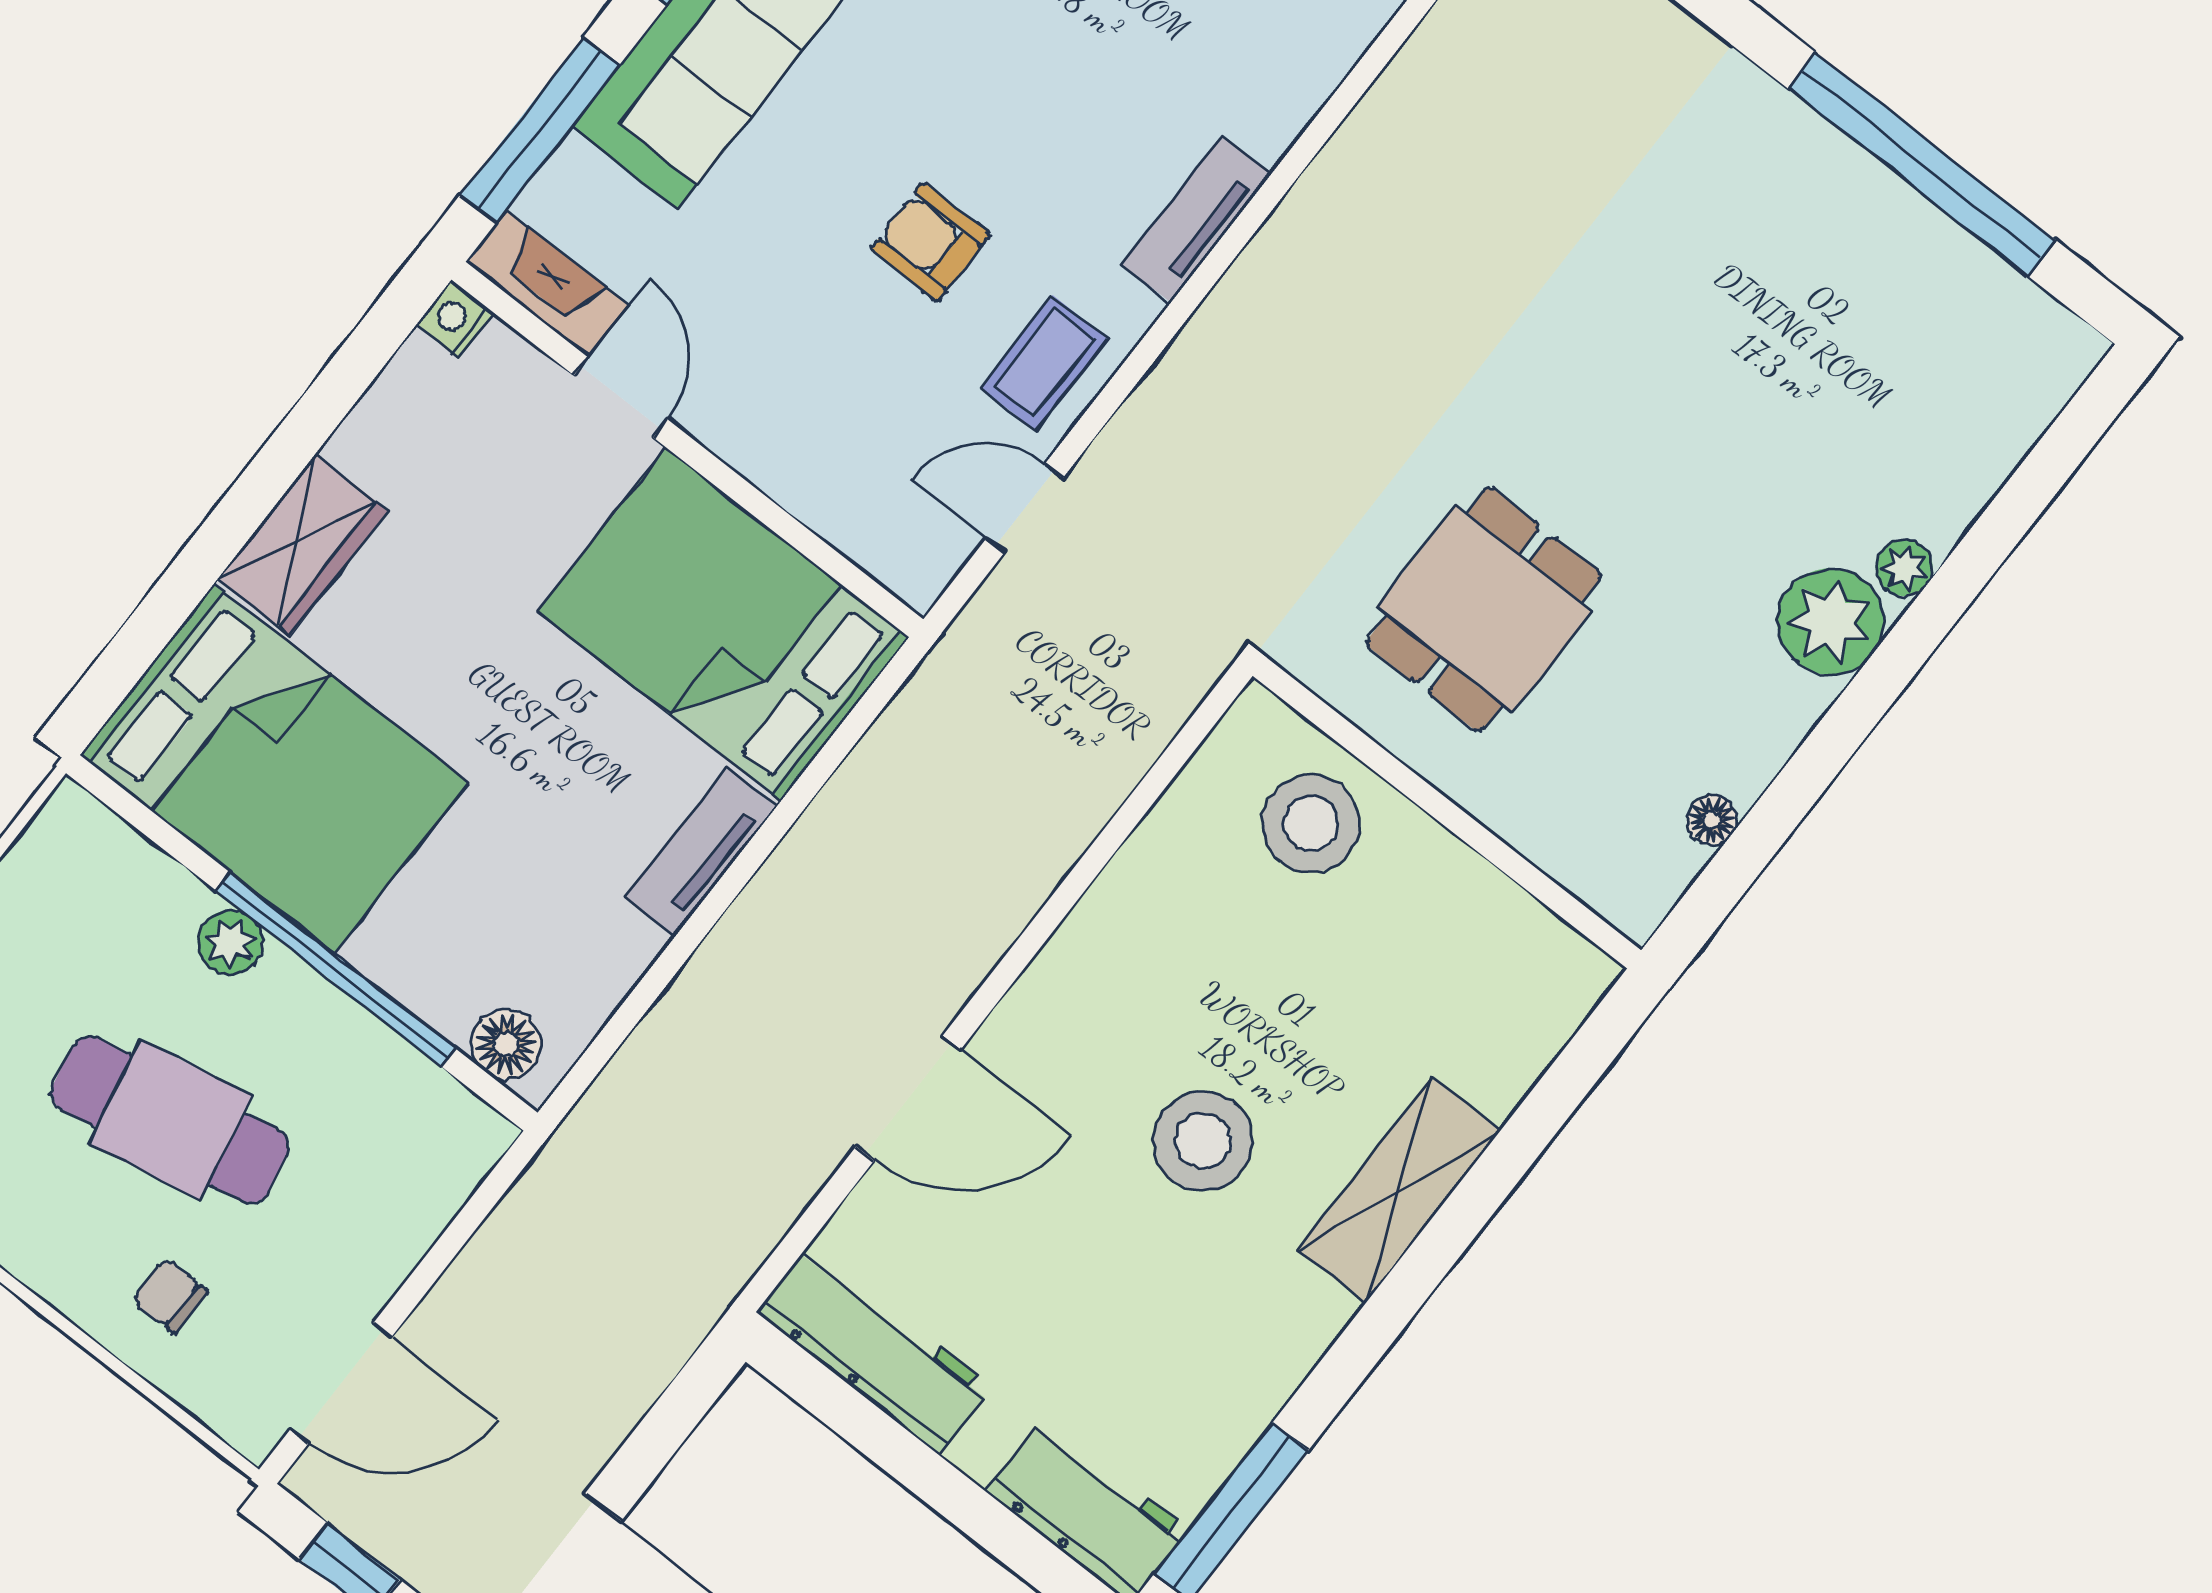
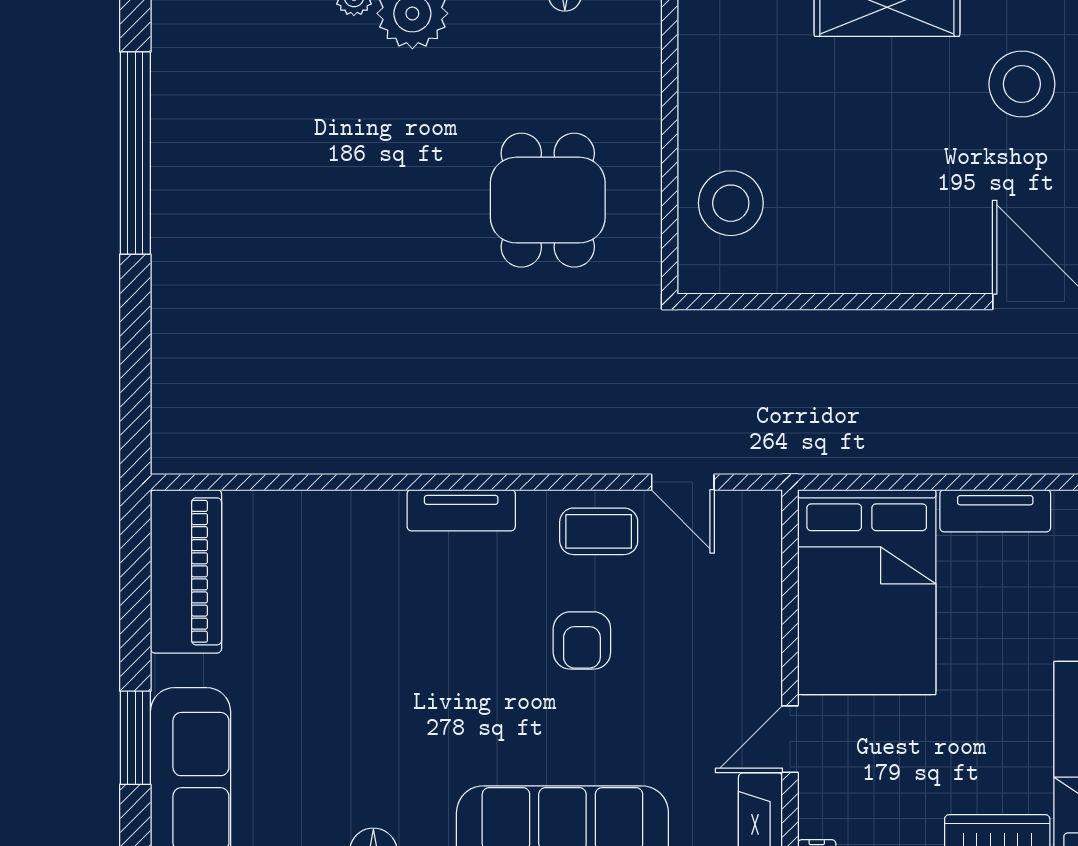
dining table: (1484, 609) -> (548, 200), turned 90
stool: (1203, 1141) -> (1022, 84), moved

